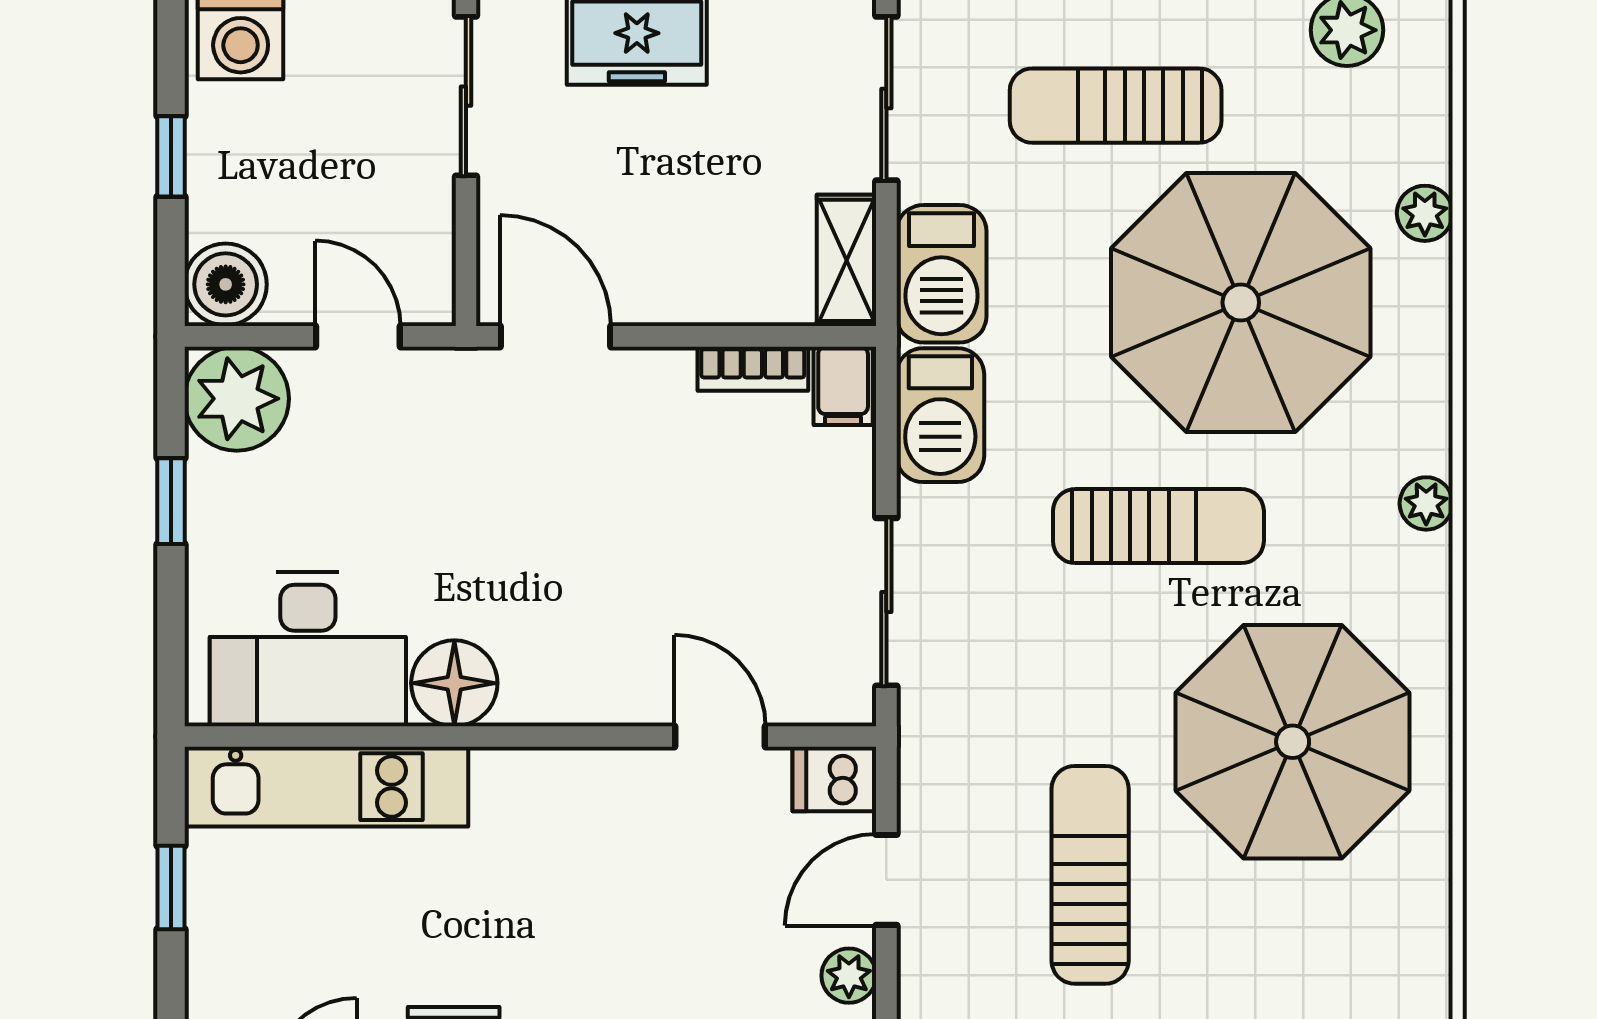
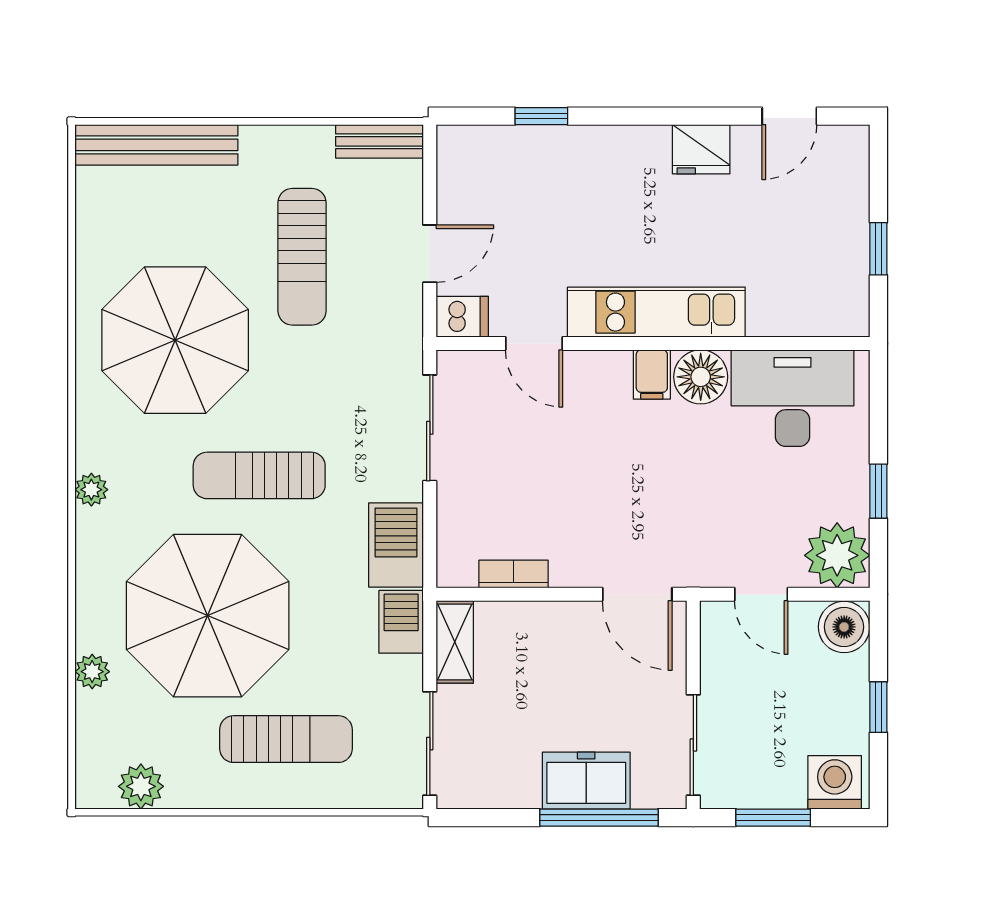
barbecue: (941, 274) -> (401, 622), width x0.73, depth x0.79
filing cabinet: (843, 386) -> (652, 375), moved, turned 180
kitchen unit: (326, 787) -> (656, 312), moved
plant: (849, 976) -> (453, 194), removed

